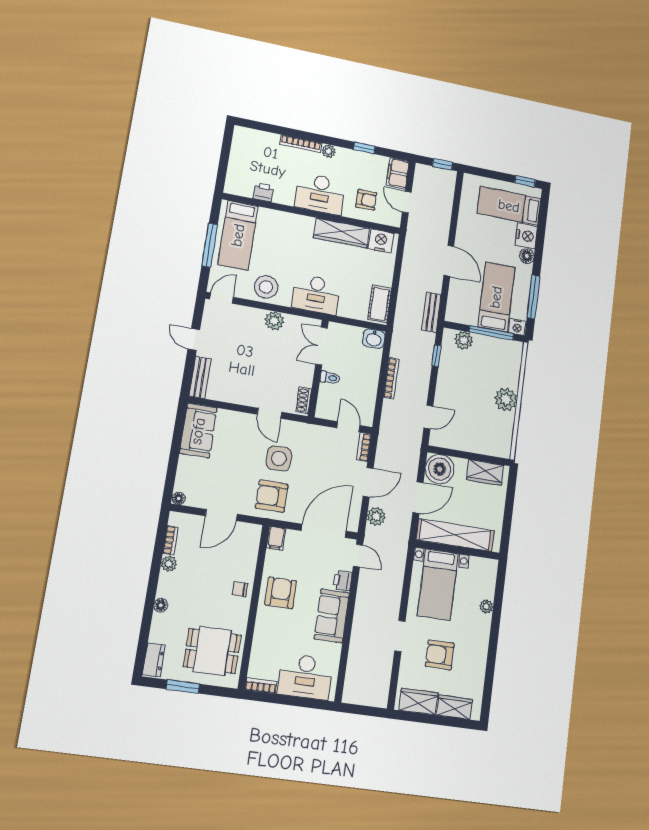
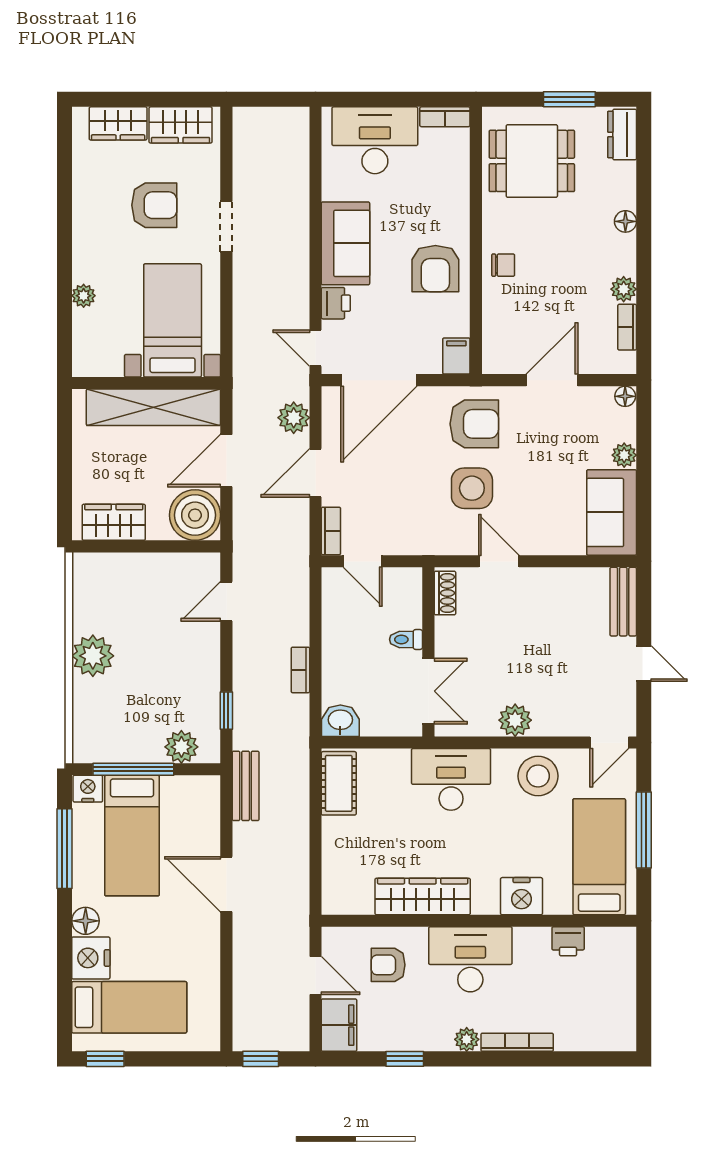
nightstand: (381, 241) -> (522, 896), moved
bookcase: (391, 378) -> (300, 670), width x0.64
plant: (185, 463) -> (624, 455), added

